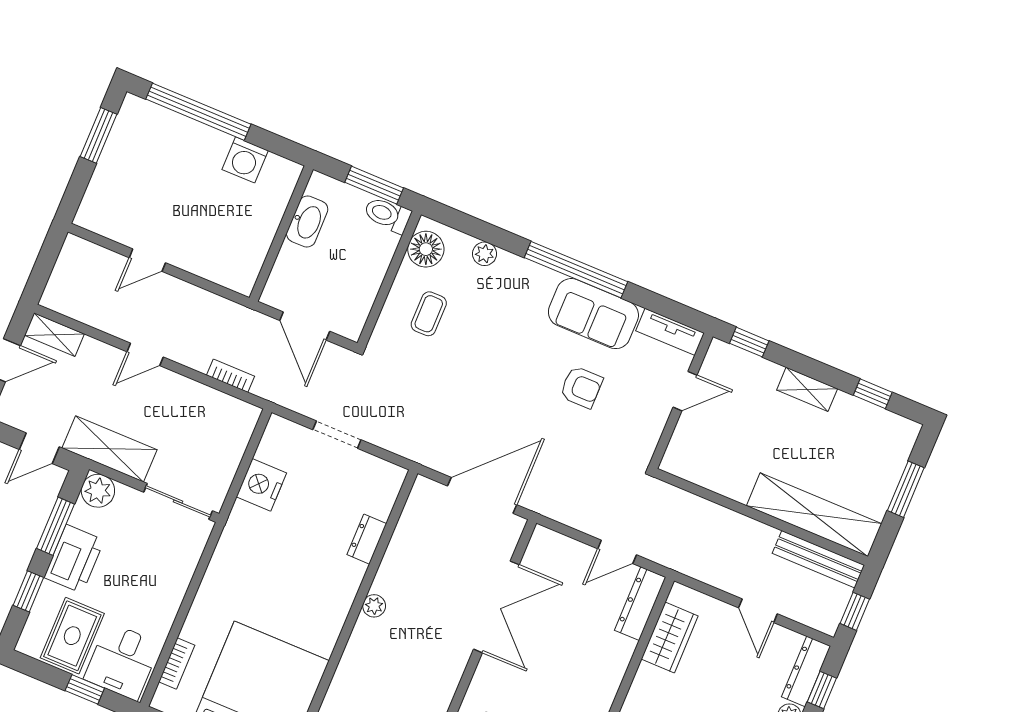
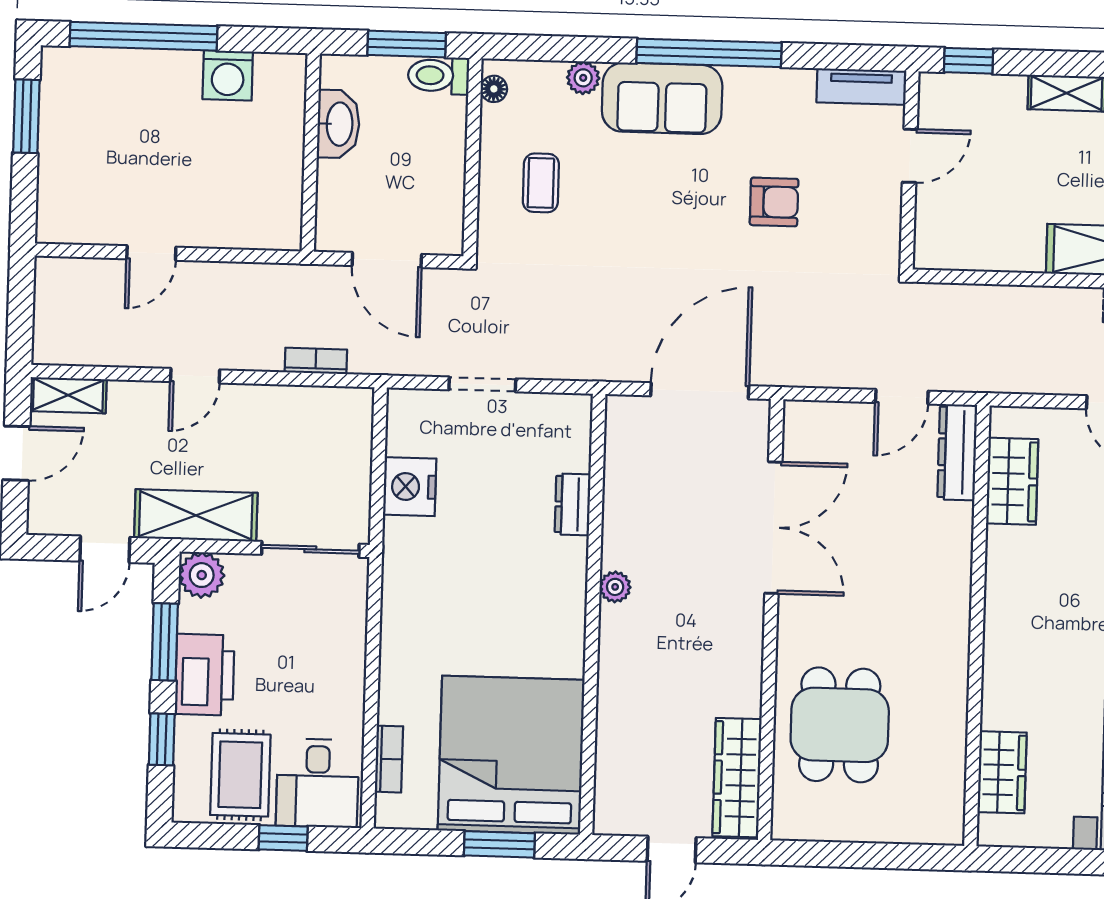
floor lamp: (426, 249) -> (494, 89), width x0.53, depth x0.53
sofa: (593, 314) -> (662, 98), moved

